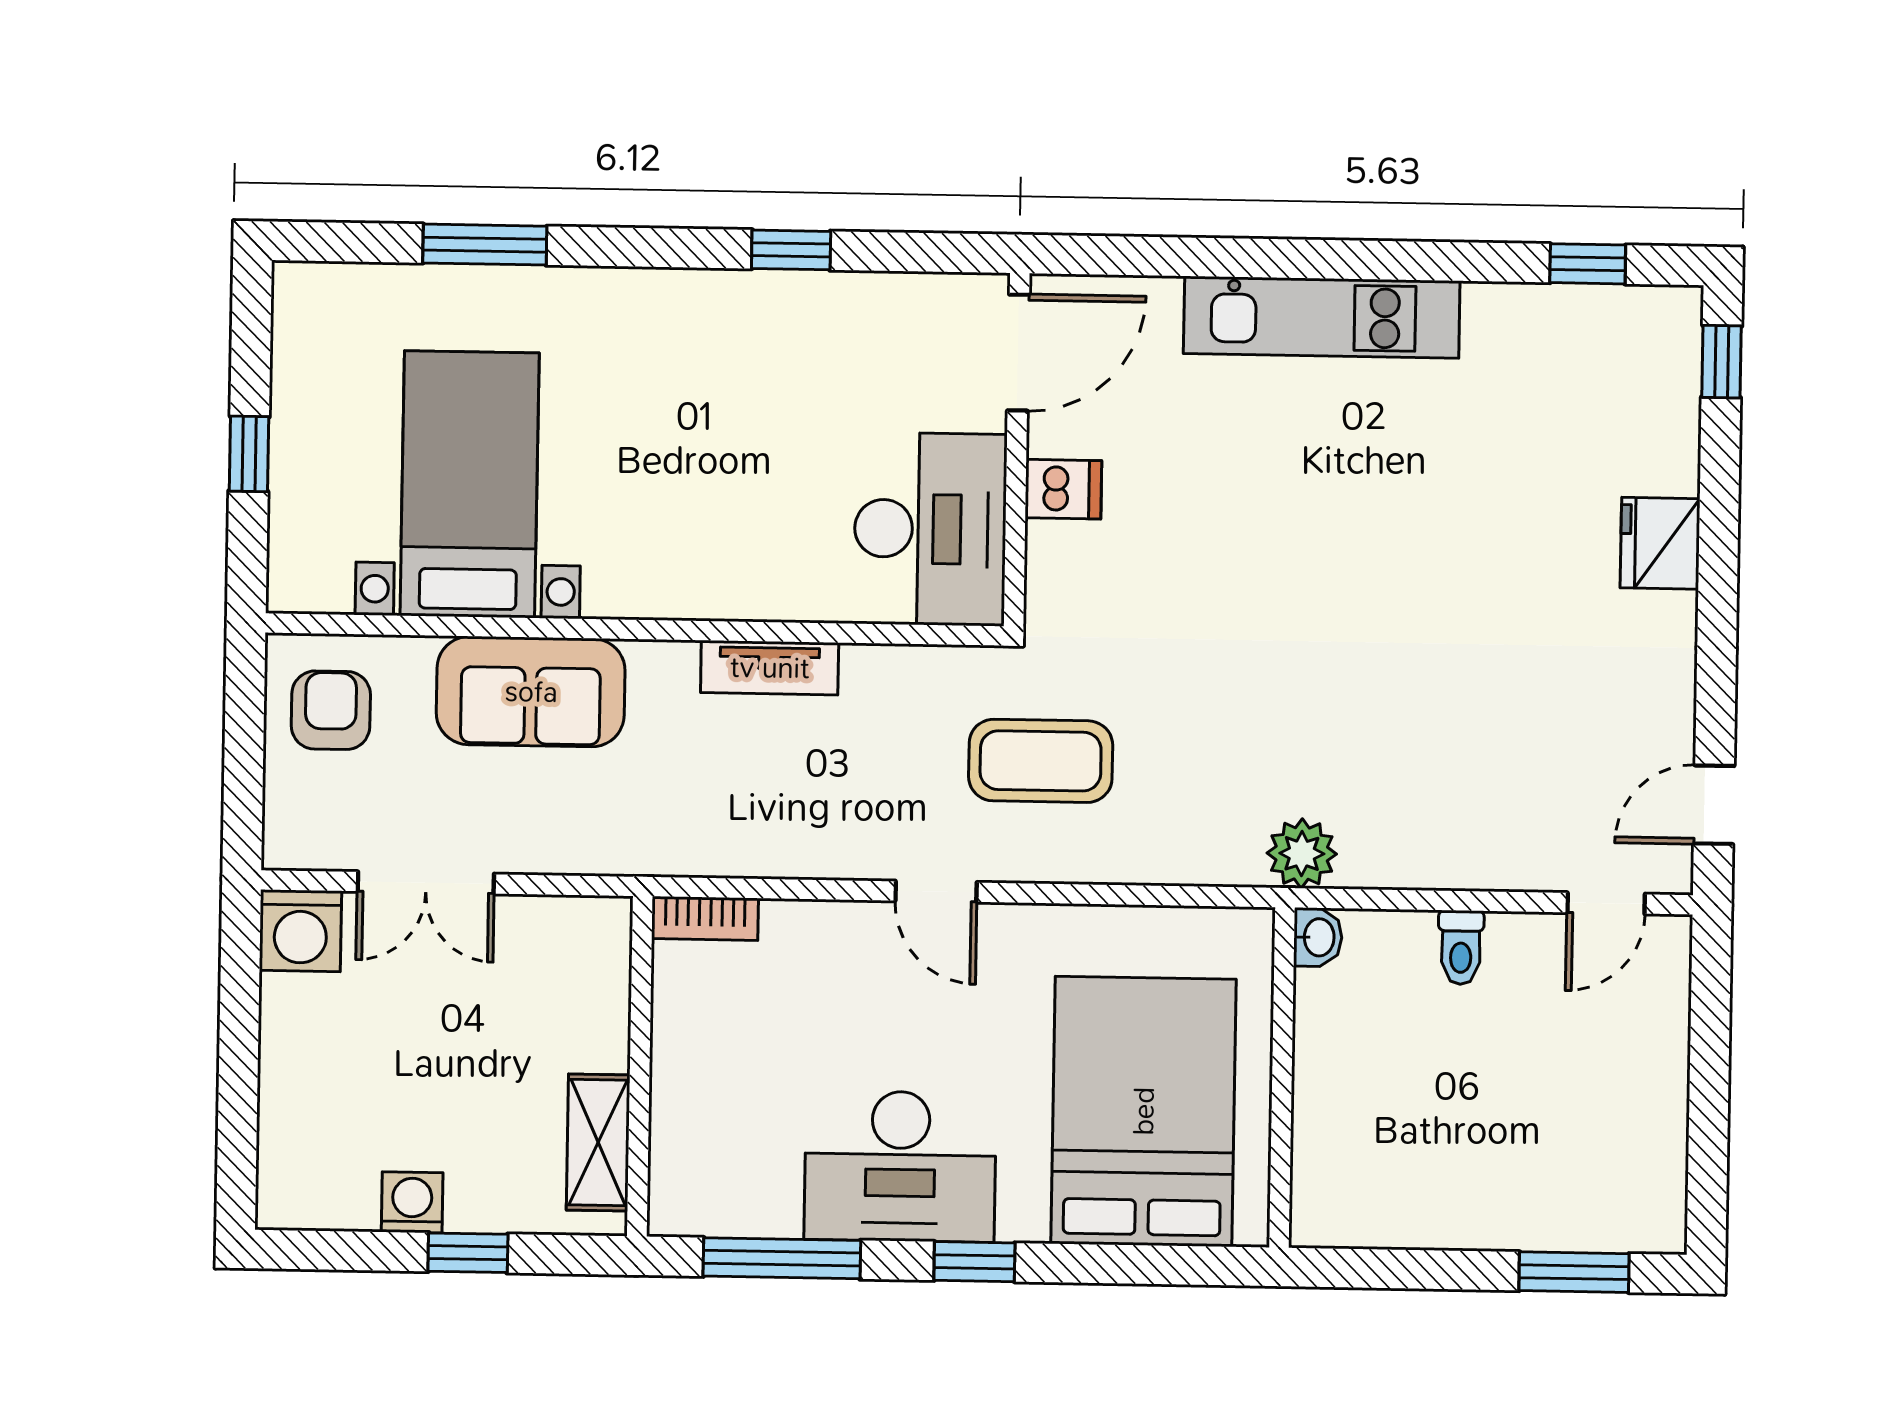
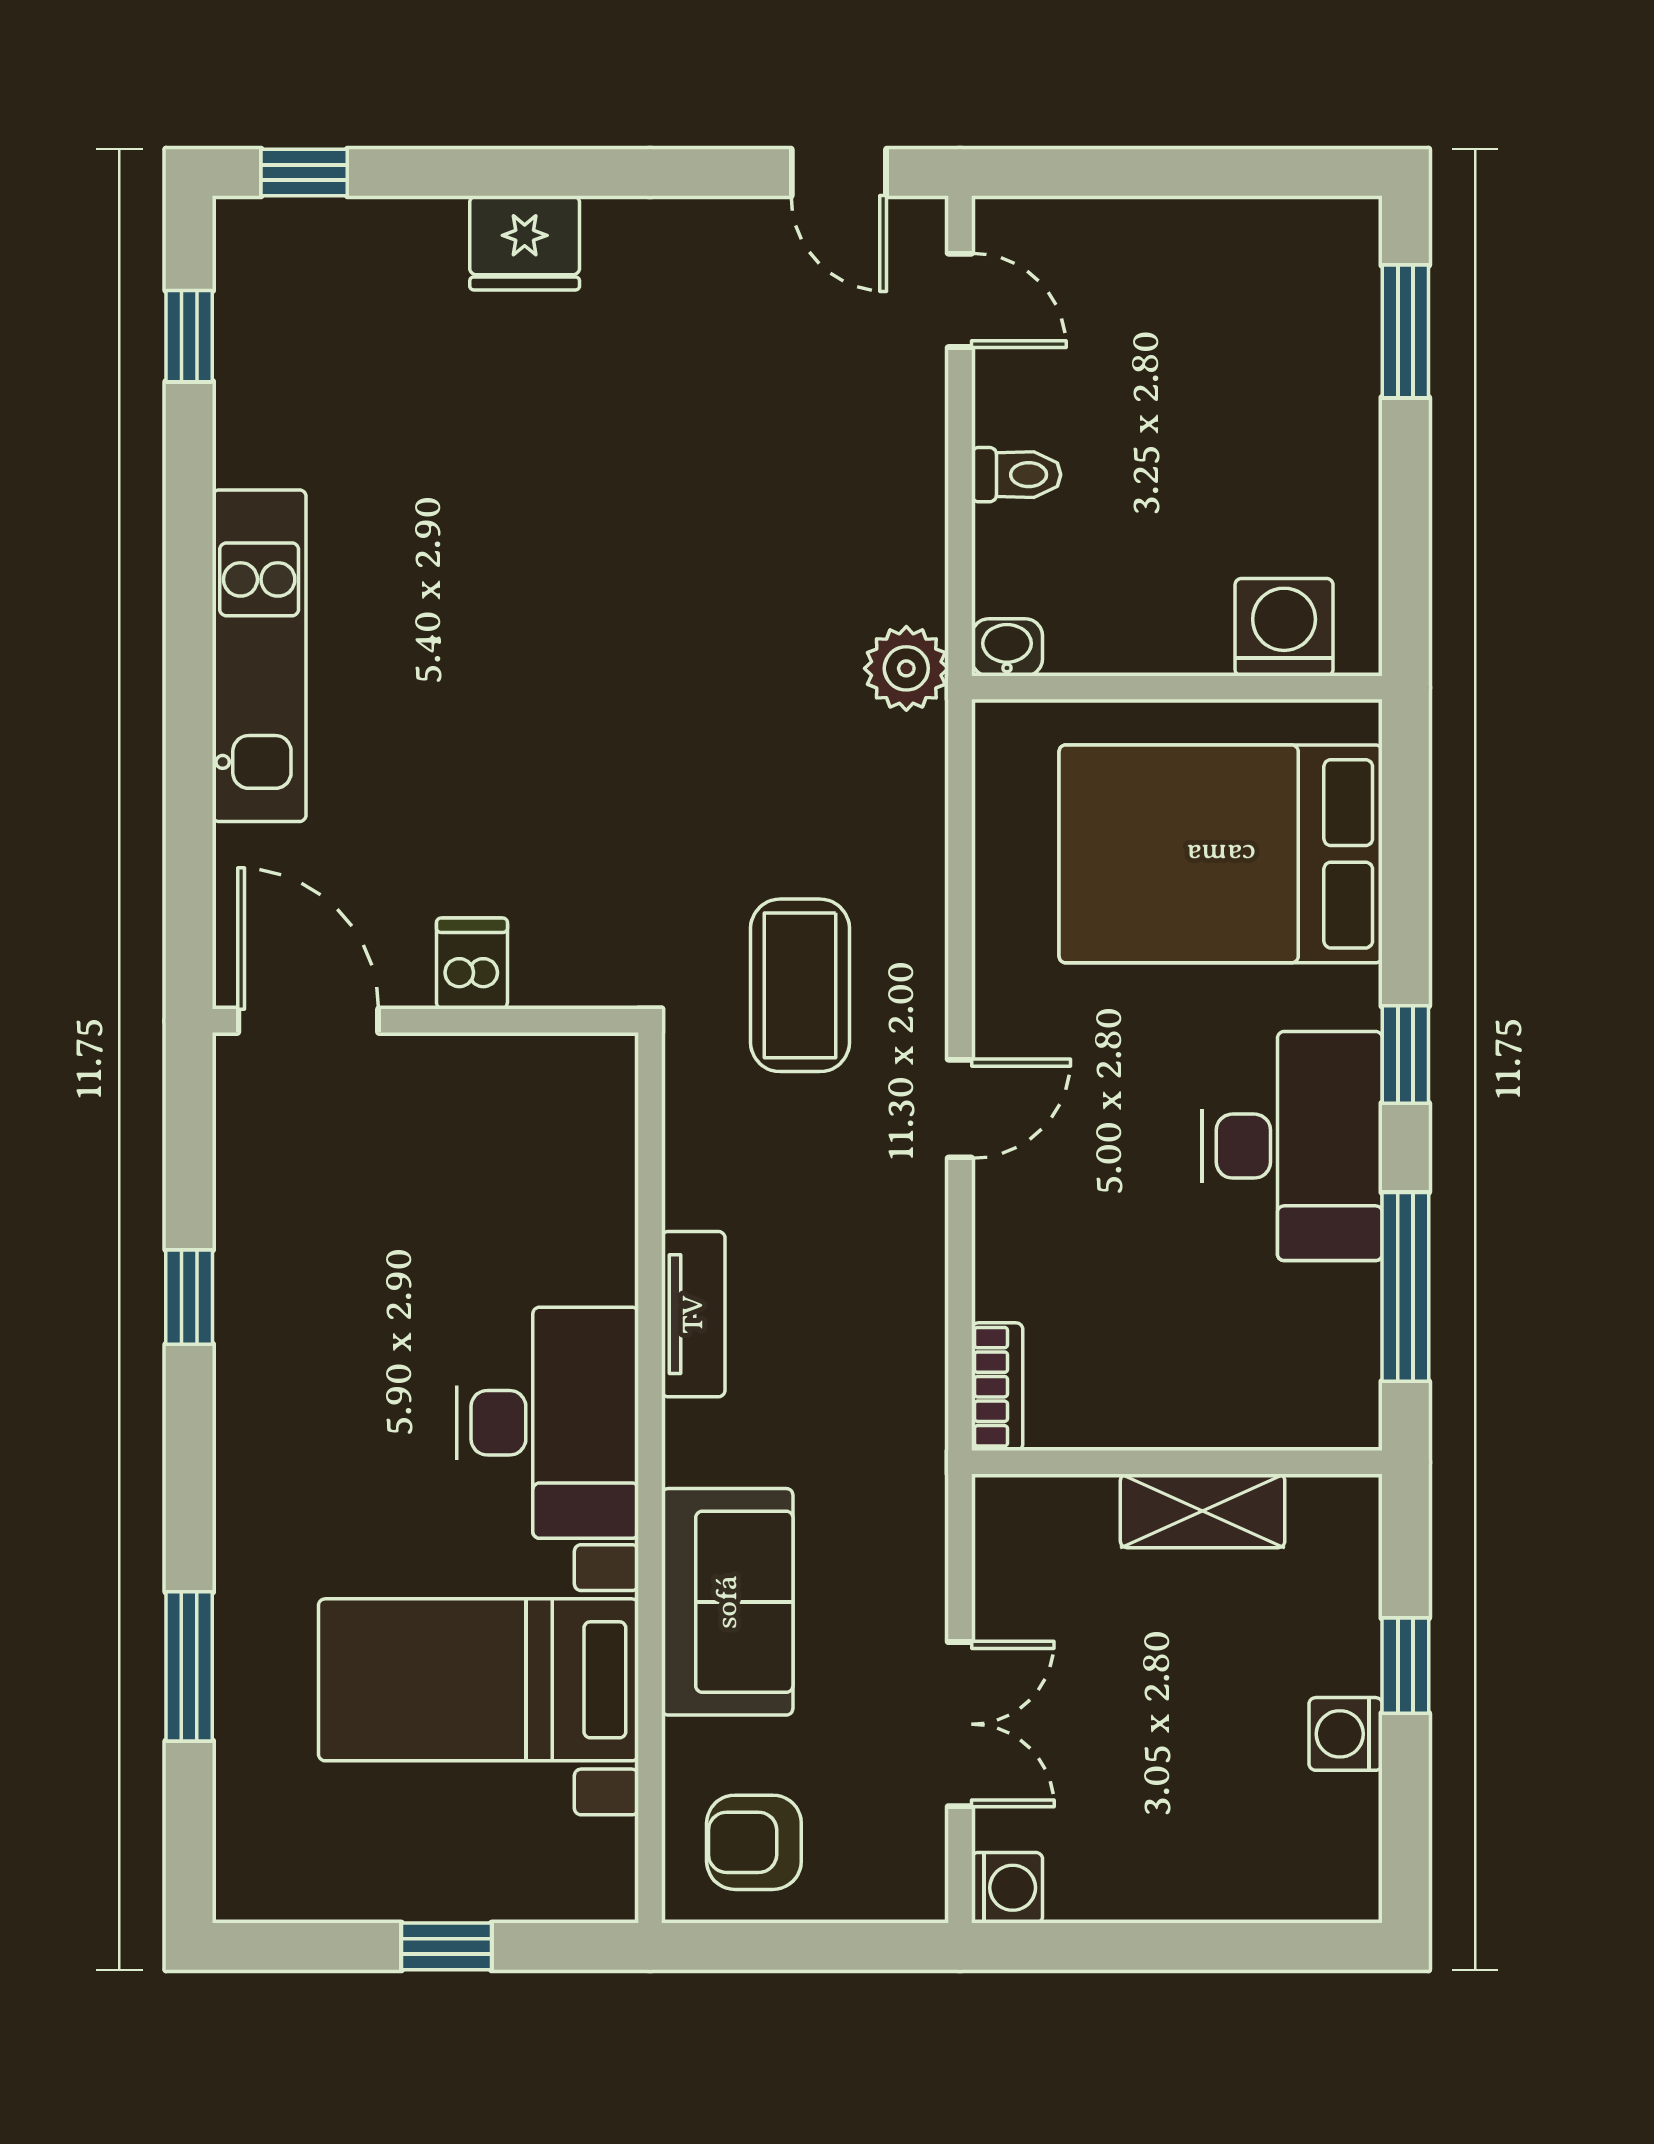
desk: (930, 529) -> (548, 1423), moved, turned 90
washing machine: (300, 931) -> (1007, 1888), width x0.73, depth x0.73
shelving: (598, 1143) -> (1203, 1511), moved
washing machine: (1331, 1167) -> (1284, 627), added

